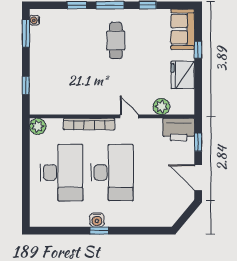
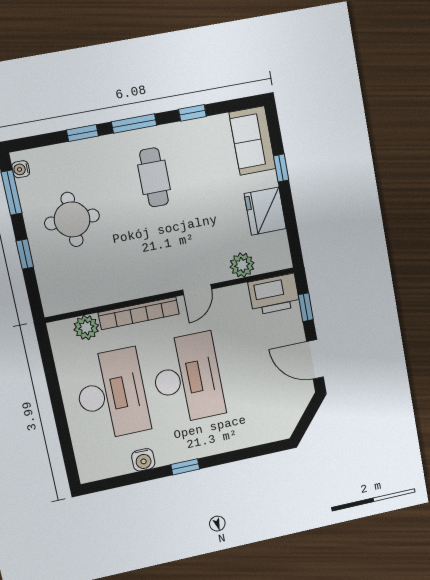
round table: (59, 57) -> (72, 219), added
window: (26, 85) -> (25, 254), moved
door: (129, 116) -> (197, 290), swing flipped
plant: (38, 126) -> (86, 328), moved
water cooler: (97, 220) -> (143, 460), moved

